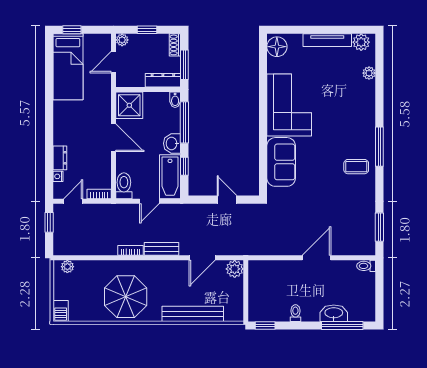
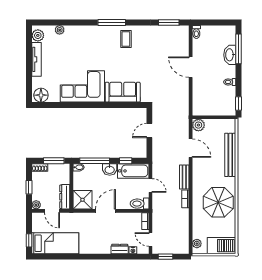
dresser: (163, 80) -> (65, 197), moved
barbecue: (61, 311) -> (222, 246), width x1.88, depth x1.53

